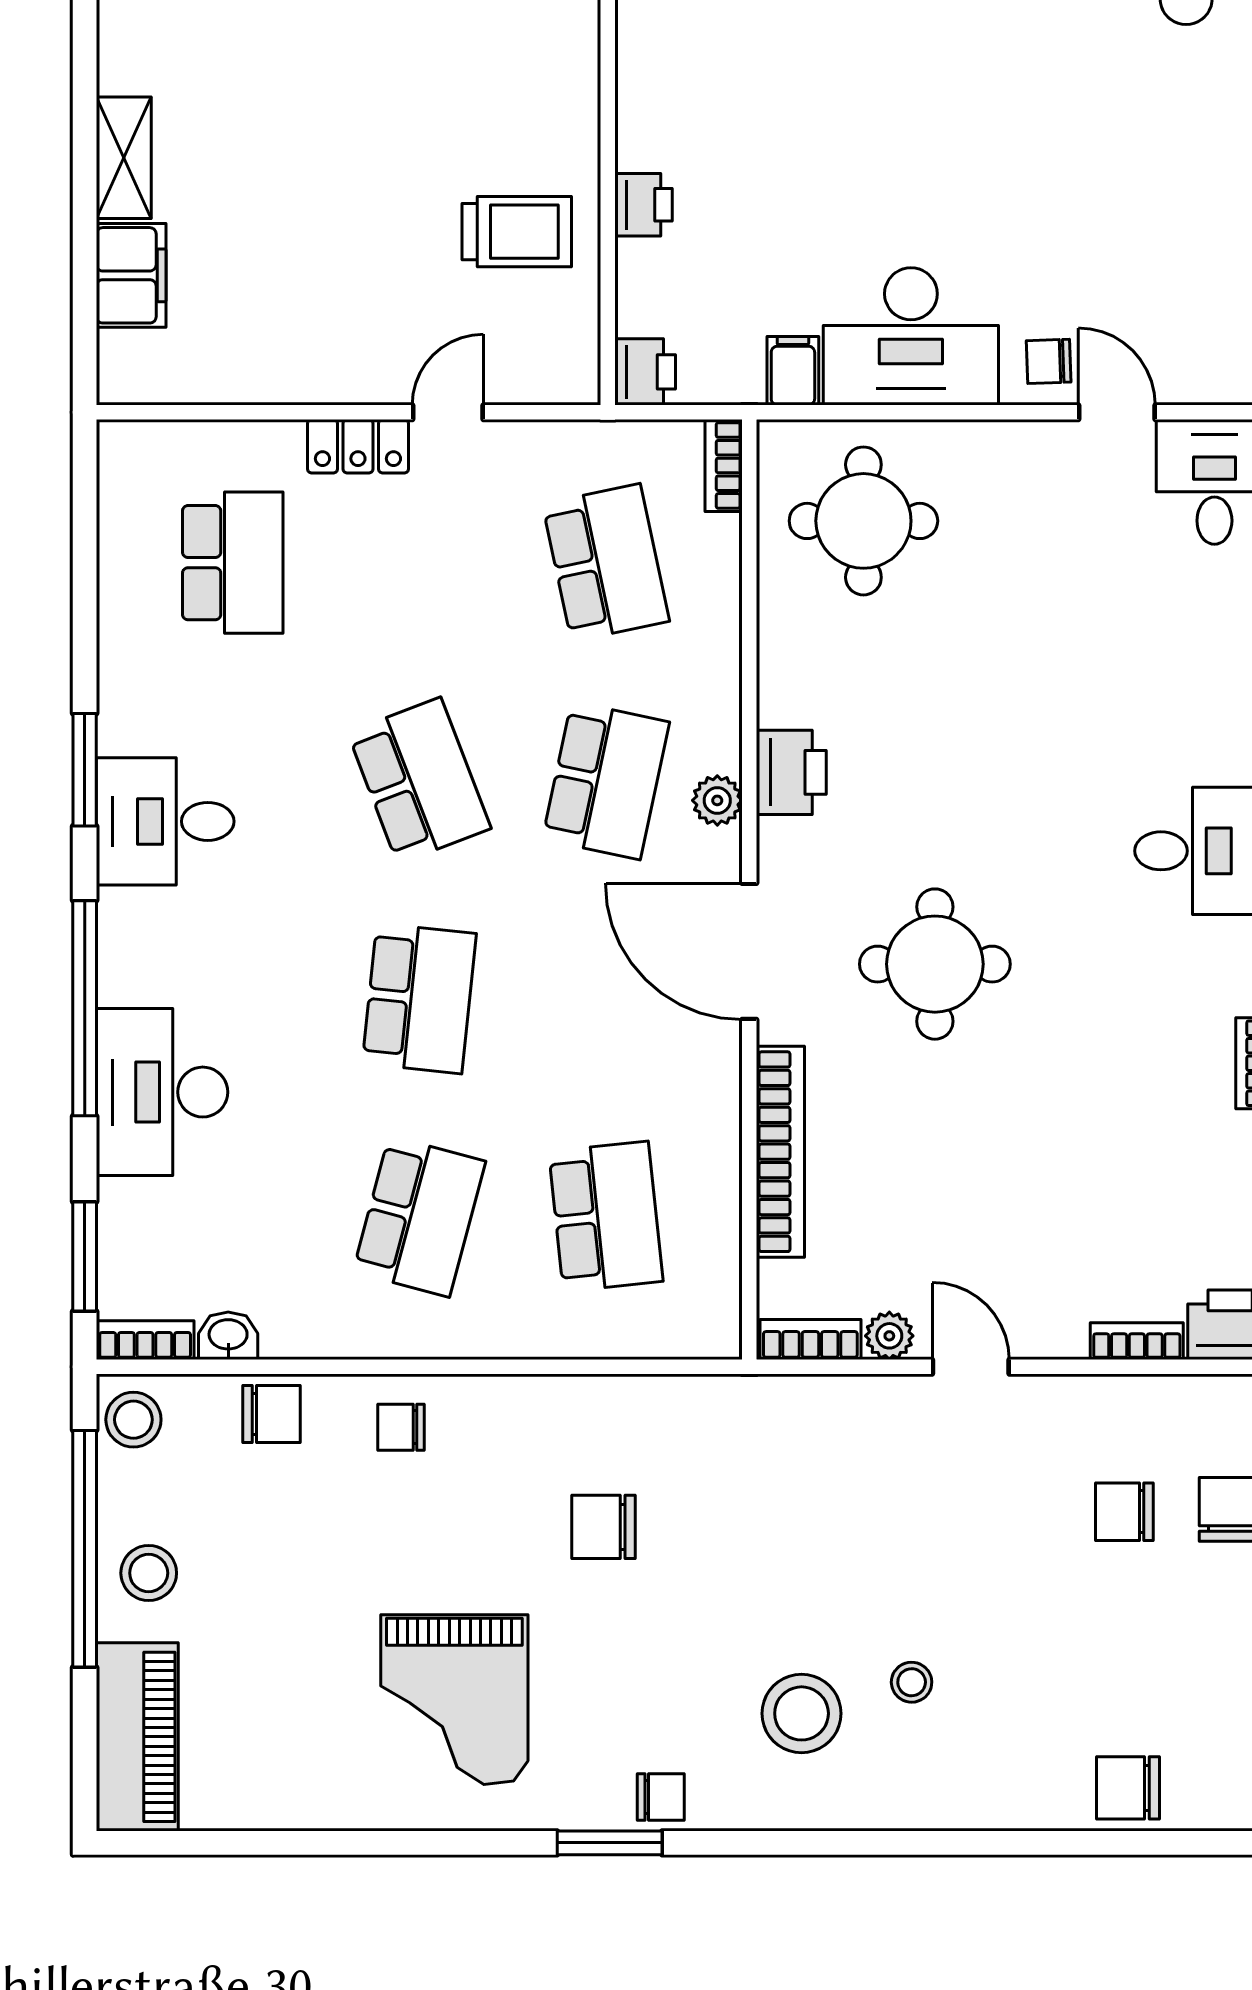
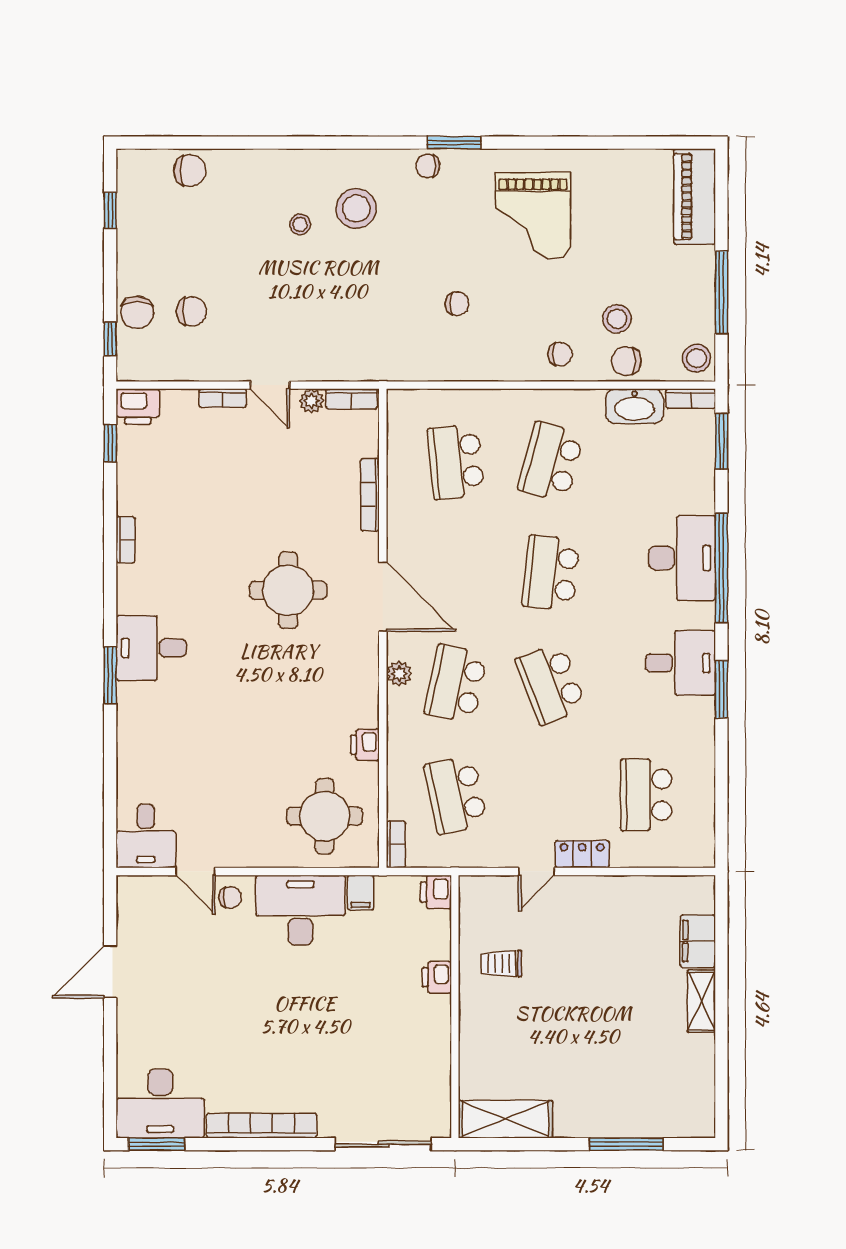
trolley: (517, 232) -> (501, 964), width x0.73, depth x0.72
printer: (791, 772) -> (365, 745), moved, width x0.73, depth x0.81
desk: (162, 1092) -> (682, 558), moved
bookcase: (780, 1152) -> (370, 495), width x0.68, depth x0.76
washbasin: (228, 1336) -> (635, 406), width x1.91, depth x1.45
bookcase: (1137, 1341) -> (223, 398), moved
chair: (604, 1527) -> (457, 304), width x0.73, depth x0.73
window: (85, 1549) -> (721, 292), width x0.68
stool: (149, 1573) -> (617, 319), moved
grand piano: (454, 1700) -> (533, 215), turned 180

